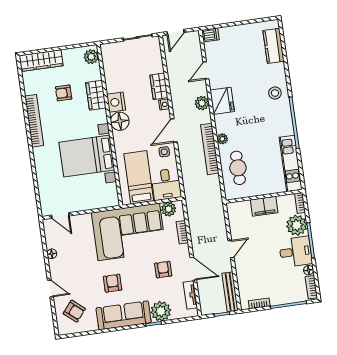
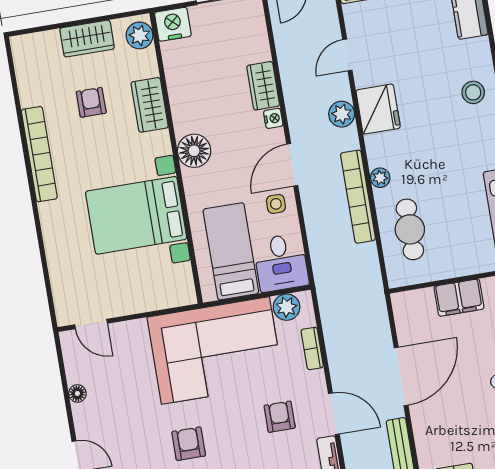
wardrobe: (41, 61) -> (87, 39), moved, width x0.67
armchair: (64, 93) -> (91, 102), turned 90
nightstand: (116, 102) -> (173, 24), moved, turned 90
door: (231, 249) -> (401, 377), width x1.88

